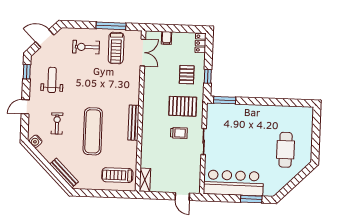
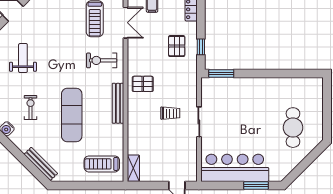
exercise bike: (86, 47) -> (102, 60), moved
pallet: (183, 106) -> (143, 84), moved, width x0.67, depth x0.71

